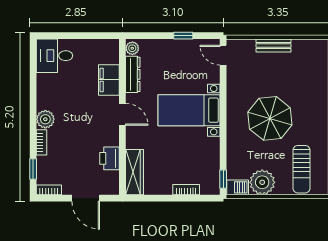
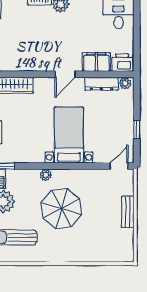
plant: (233, 136) -> (46, 175), added
printer: (110, 158) -> (122, 63), moved

